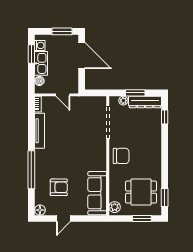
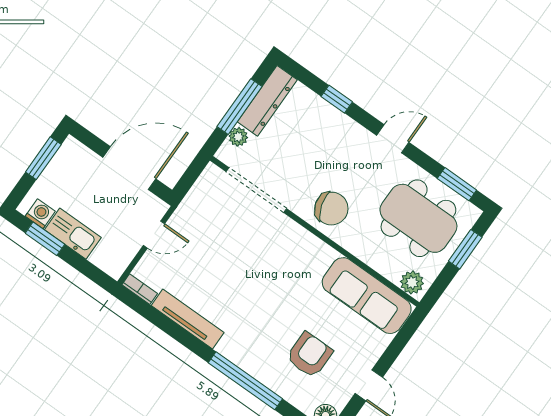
door: (82, 55) -> (129, 168), moved
boiler: (39, 81) -> (101, 258), removed
window: (135, 93) -> (240, 107), width x1.44
window: (165, 117) -> (337, 99), moved
chair: (121, 156) -> (331, 209), turned 73
door: (165, 161) -> (393, 139), added
dining table: (141, 192) -> (418, 218), width x1.37

